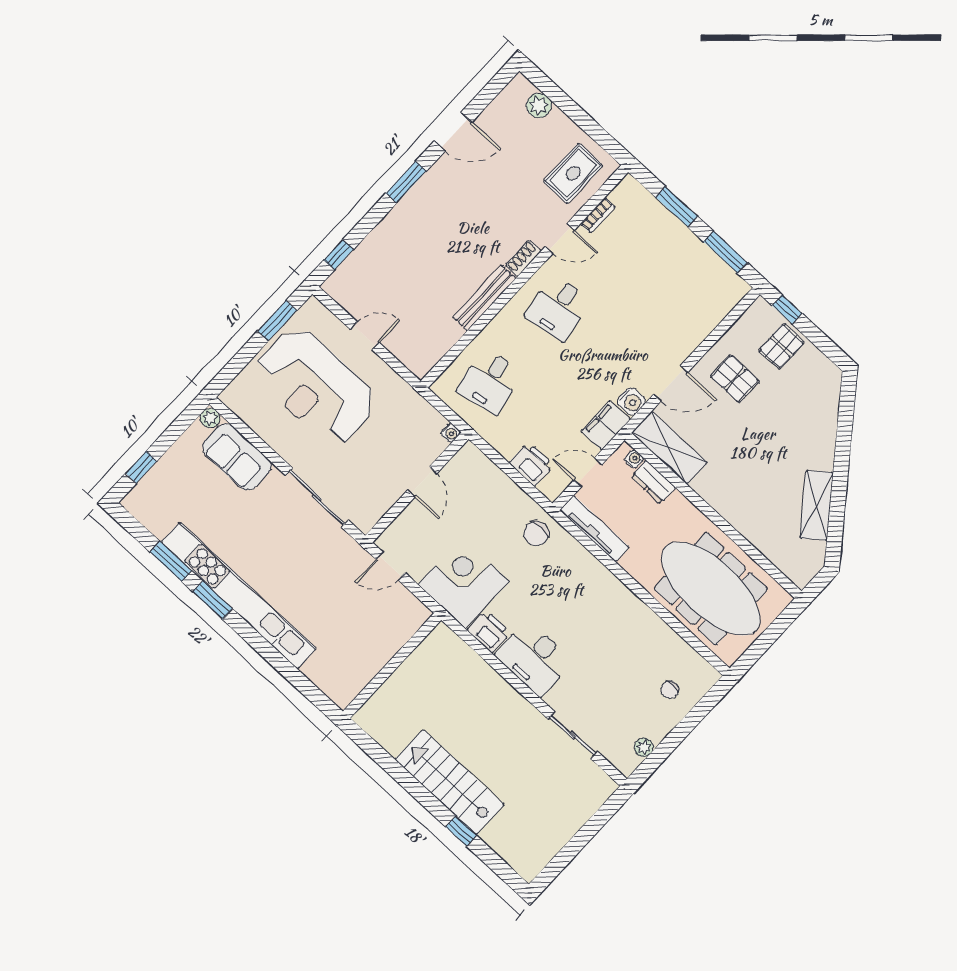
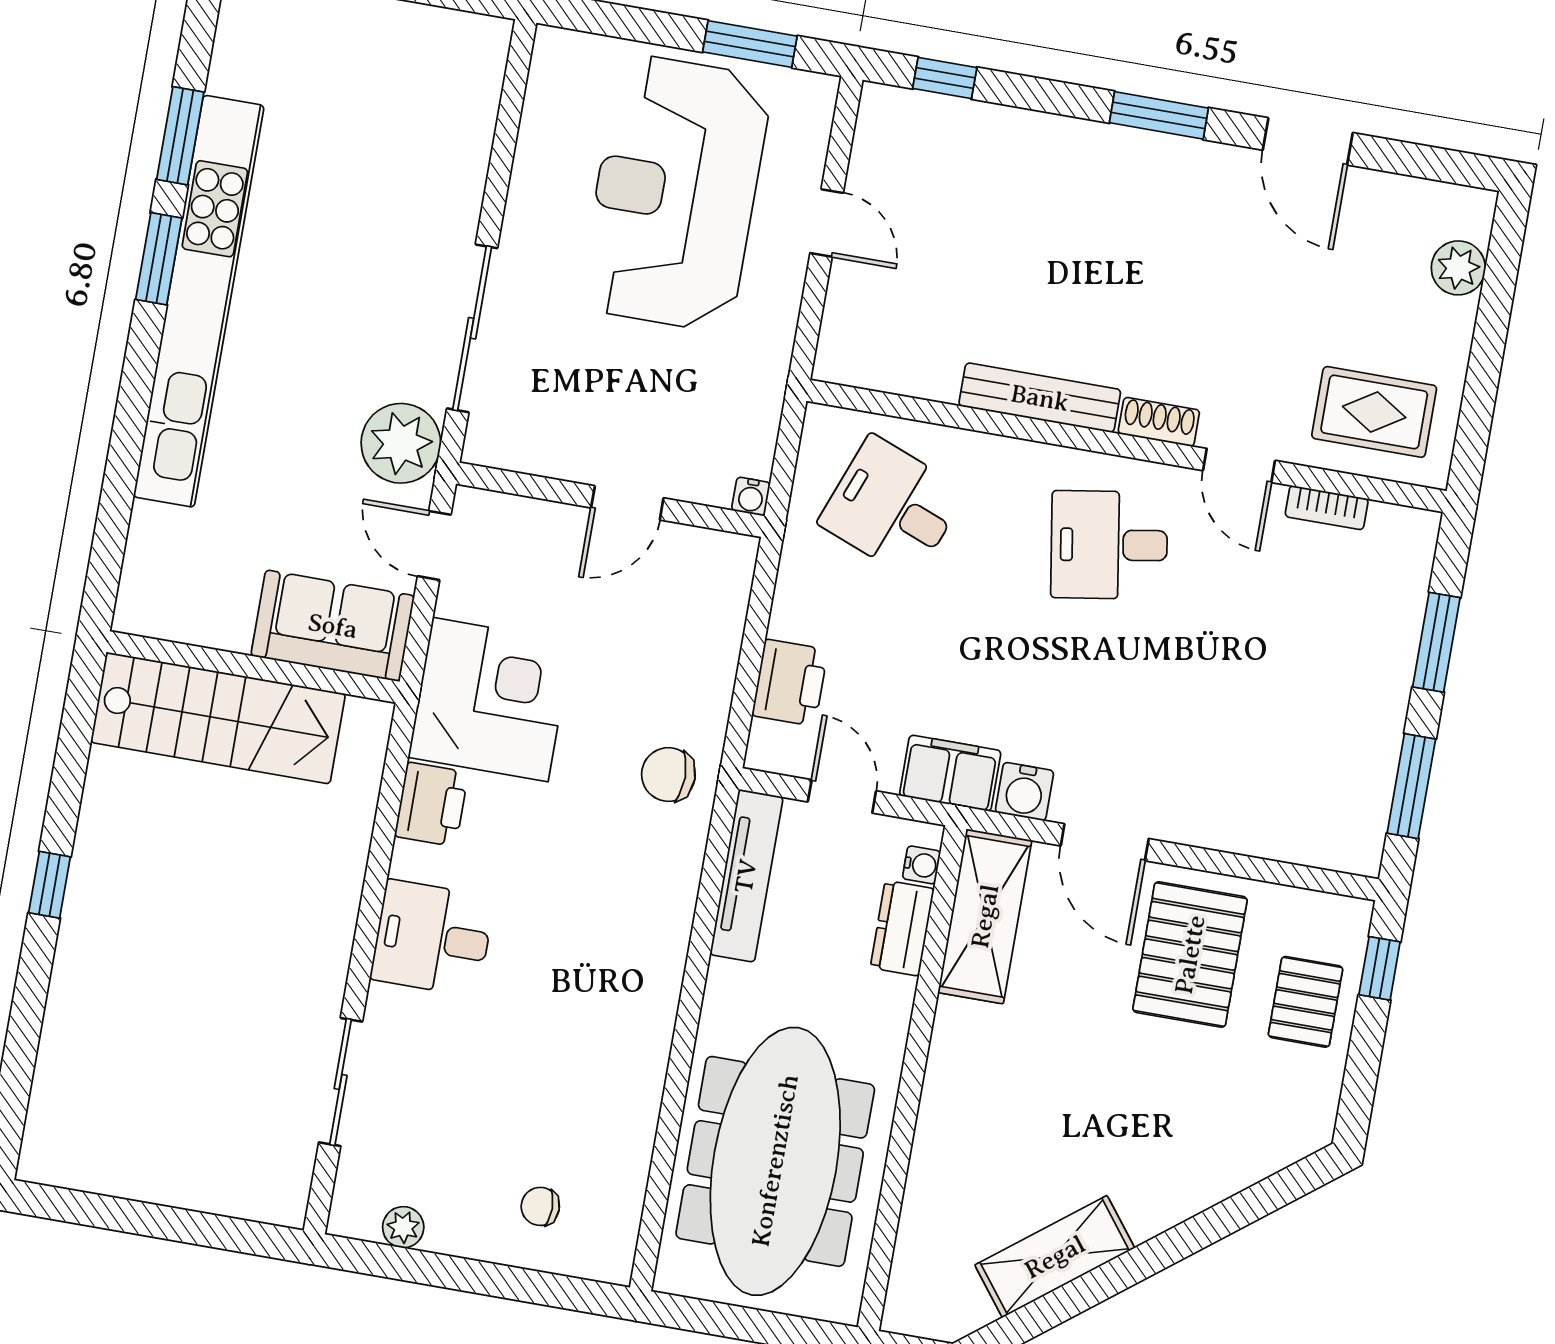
pallet: (782, 346) -> (1306, 1002), turned 90
pallet: (735, 379) -> (1190, 955), width x1.50, depth x1.42
desk: (490, 381) -> (892, 507), turned 33
plant: (210, 418) -> (401, 443), moved, width x1.88, depth x1.88
sofa: (237, 457) -> (333, 626), moved, turned 90
desk: (534, 658) -> (432, 938), width x0.73
stairs: (449, 782) -> (218, 718), moved, turned 90
window: (461, 831) -> (49, 885), moved

